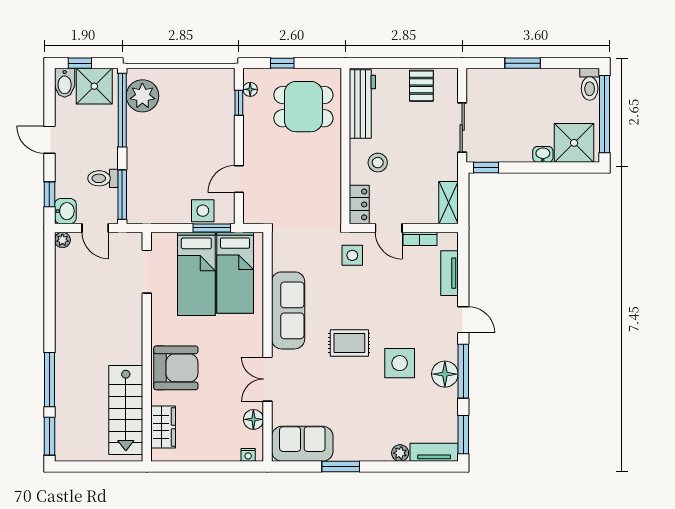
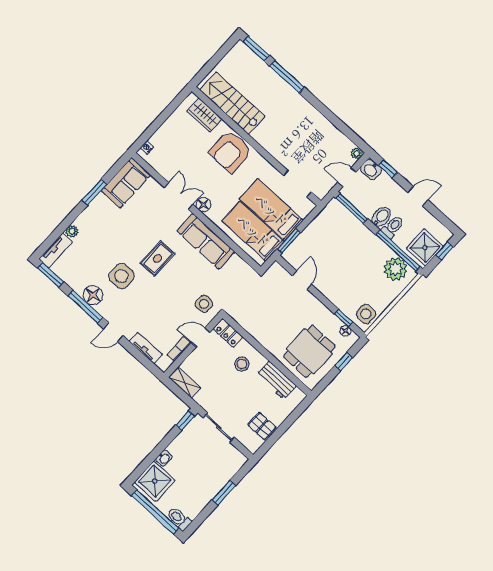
bidet: (65, 83) -> (381, 217), moved, turned 90
workbench: (362, 104) -> (276, 380), width x0.73
toilet: (103, 178) -> (393, 227), moved
side table: (203, 211) -> (366, 314), moved
floor lamp: (253, 419) -> (203, 205), moved

